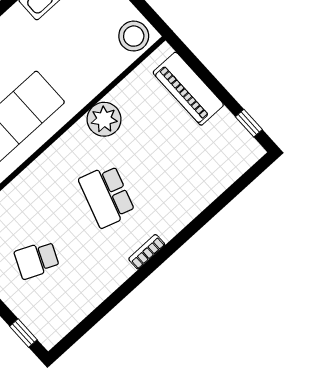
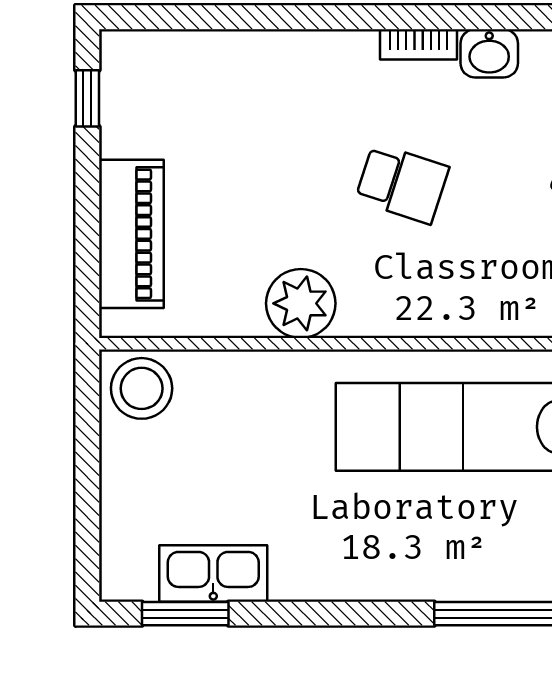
school desk: (107, 196) -> (402, 184), width x0.54
washbasin: (118, 272) -> (489, 53), added

